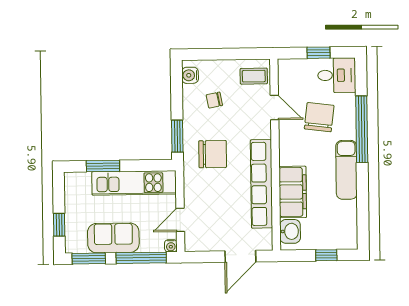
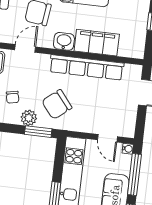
plant: (192, 123) -> (29, 118), added
chair: (213, 154) -> (57, 104), turned -129
washbasin: (290, 231) -> (64, 41), moved

